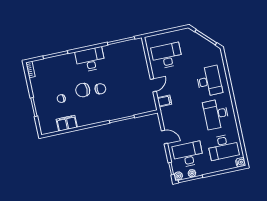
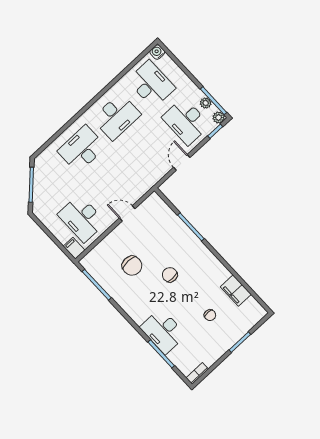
desk: (90, 59) -> (163, 331), moved
chair: (83, 90) -> (132, 266), moved
filing cabinet: (164, 101) -> (74, 248), moved

